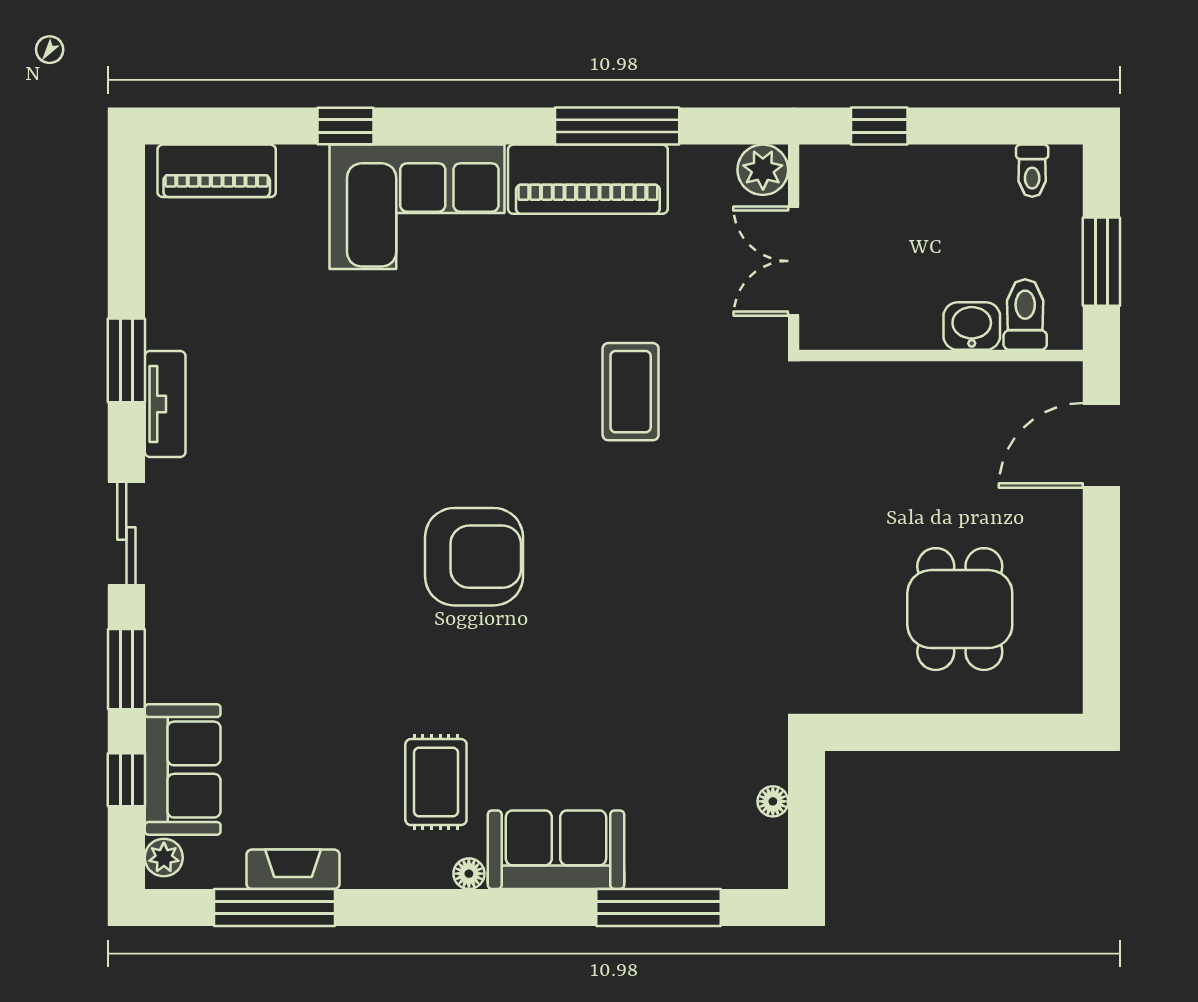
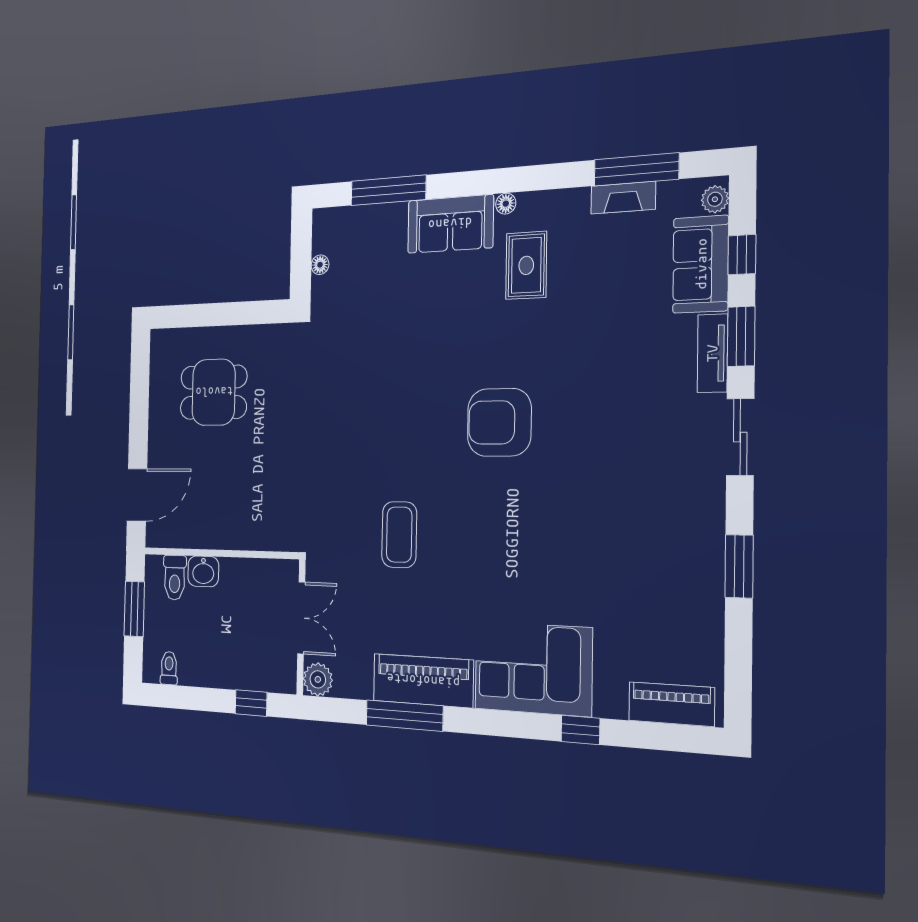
tv unit: (165, 404) -> (712, 353), moved
dining table: (960, 609) -> (214, 392), turned 90

